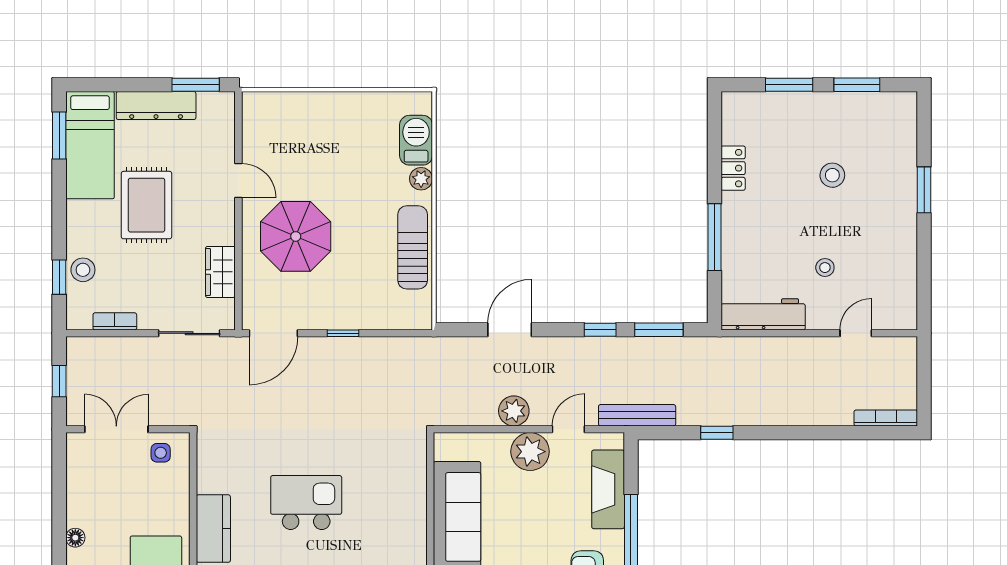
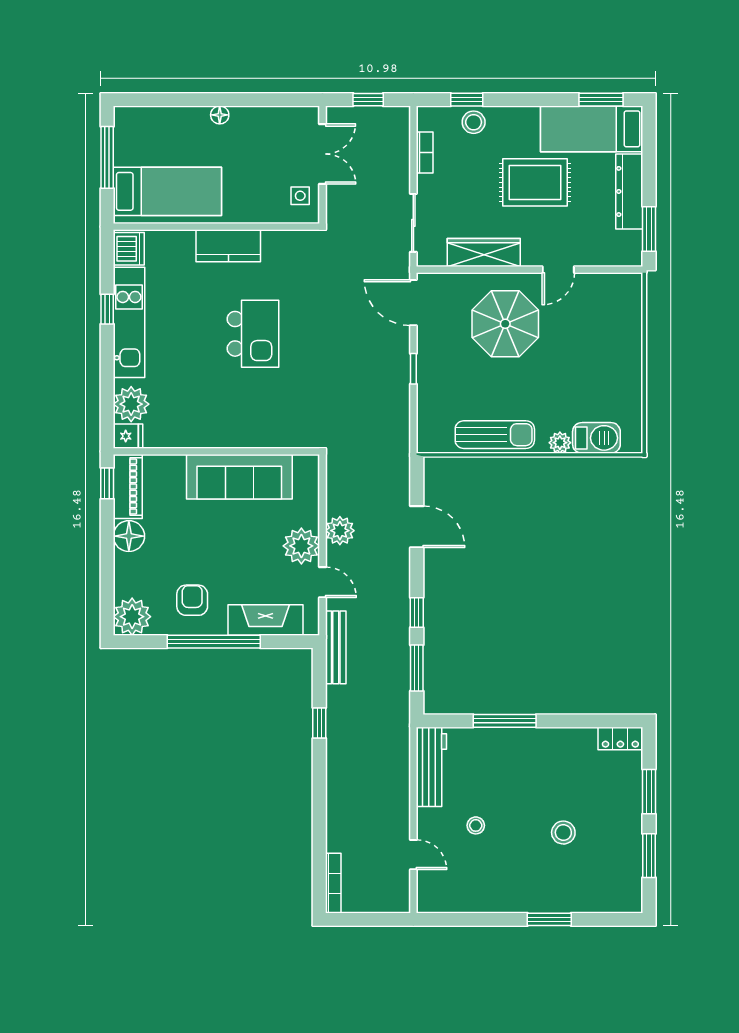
locker: (733, 168) -> (620, 738), moved
wardrobe: (220, 272) -> (484, 252), width x1.50

